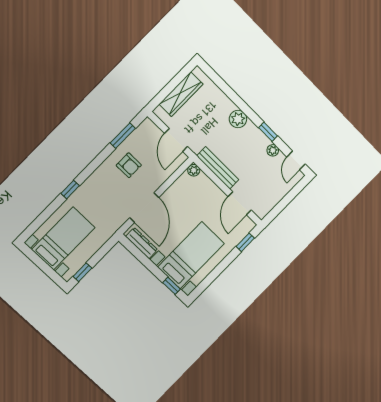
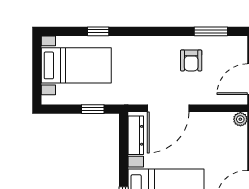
window: (70, 190) -> (98, 31), moved
window: (82, 272) -> (93, 109), moved

